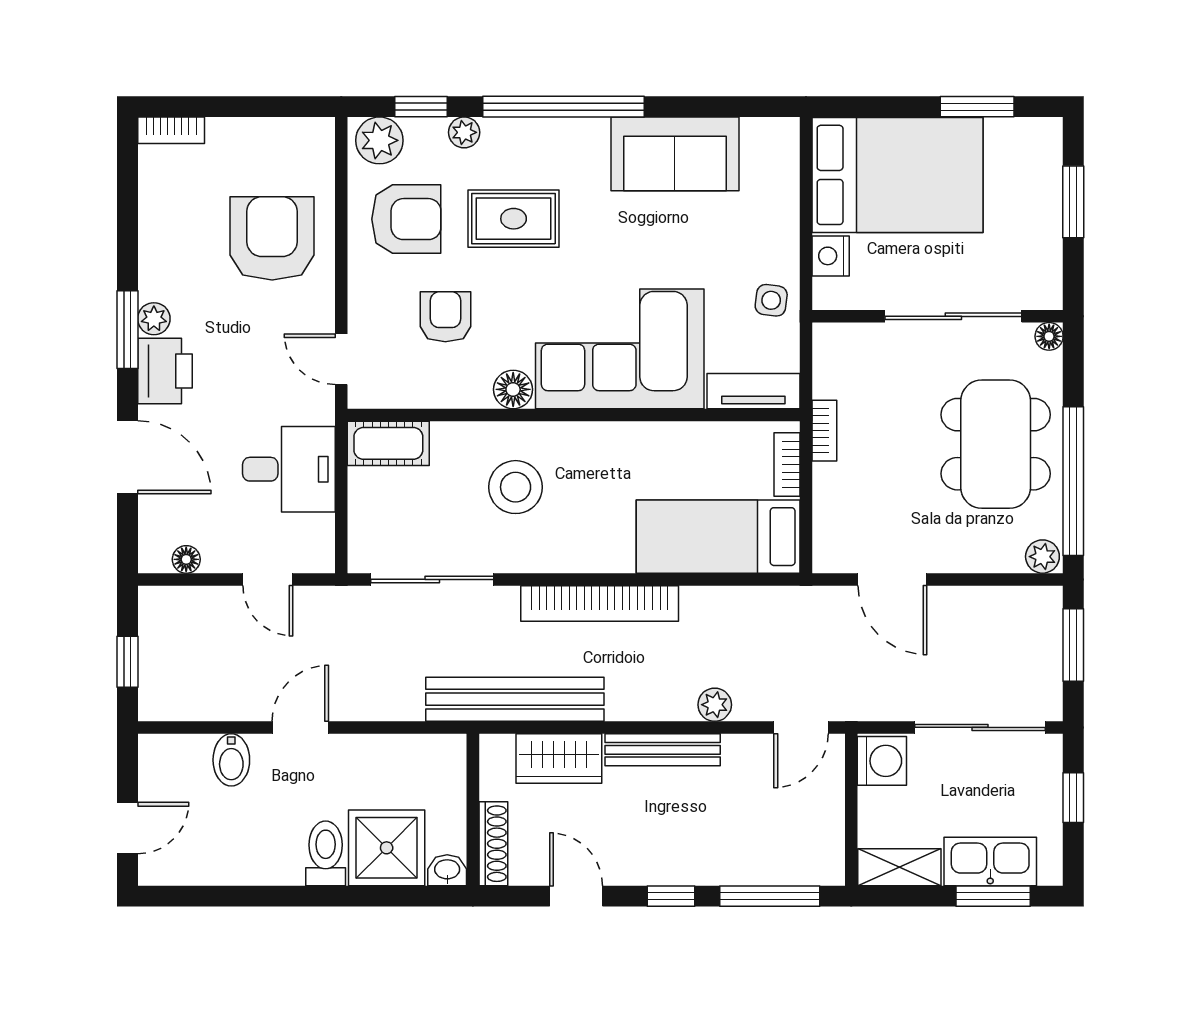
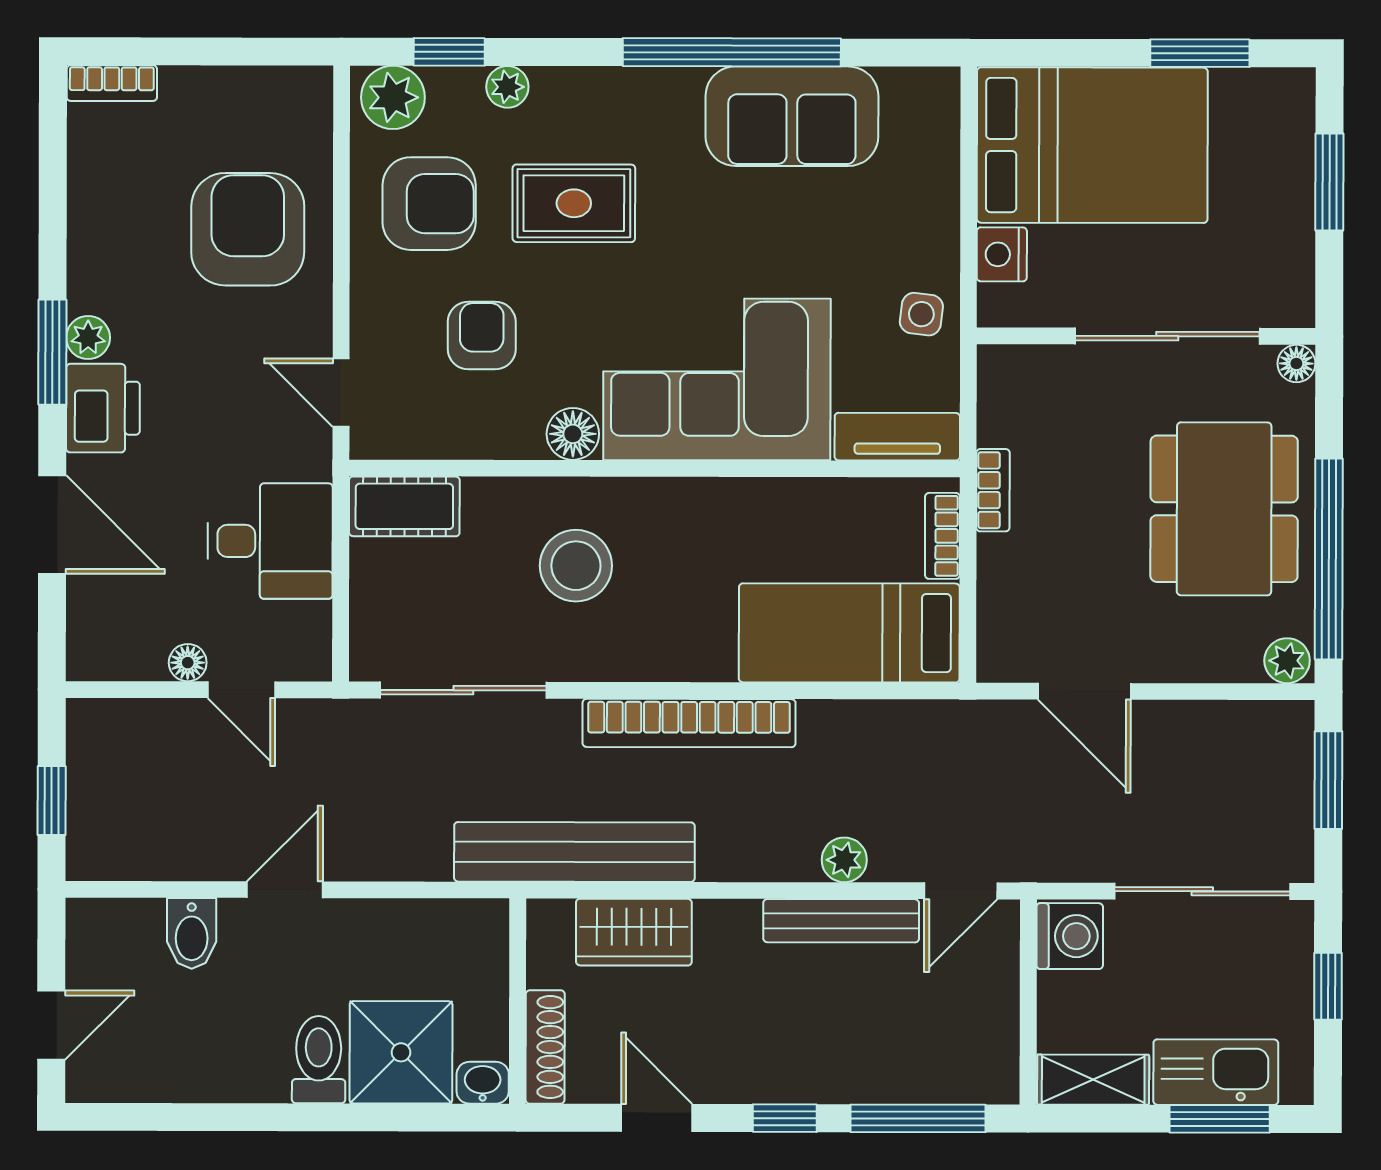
window: (563, 107) -> (732, 52), moved
floor lamp: (186, 559) -> (188, 663), moved
bench: (663, 750) -> (841, 921), moved

